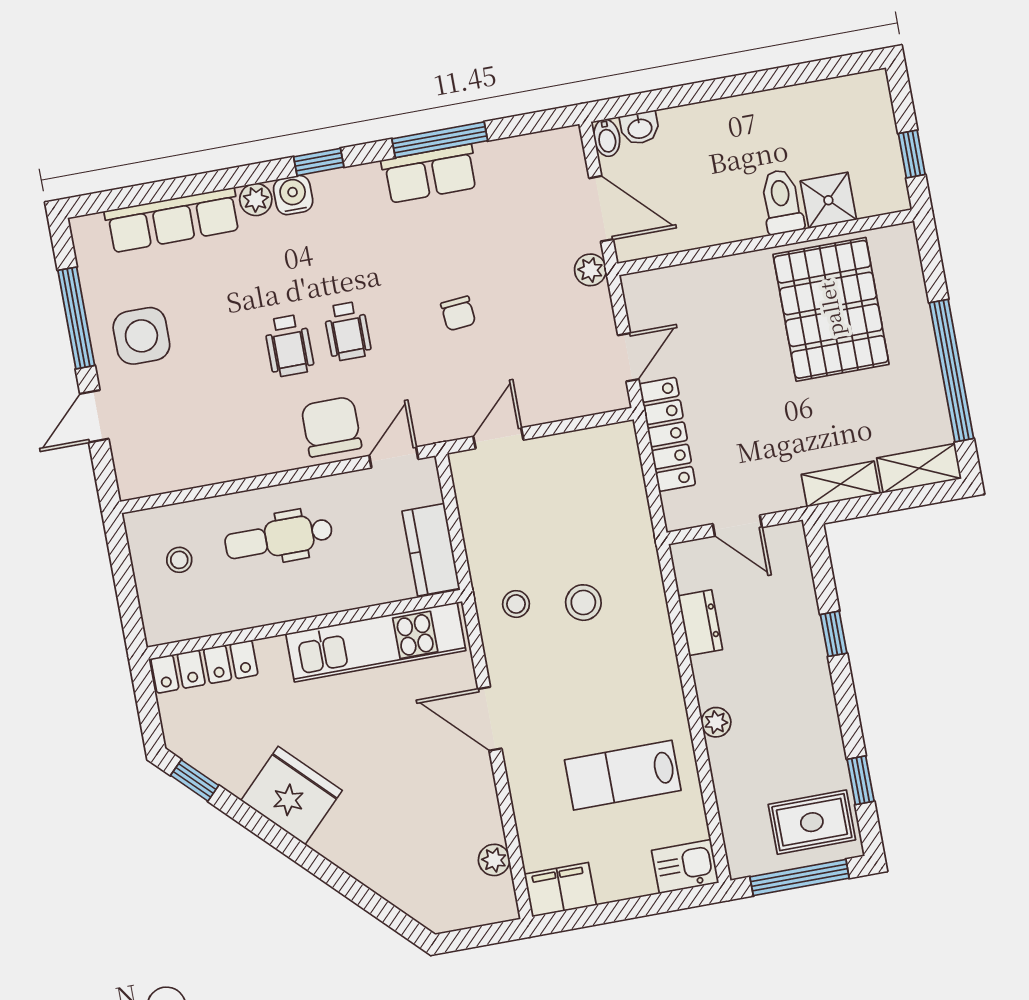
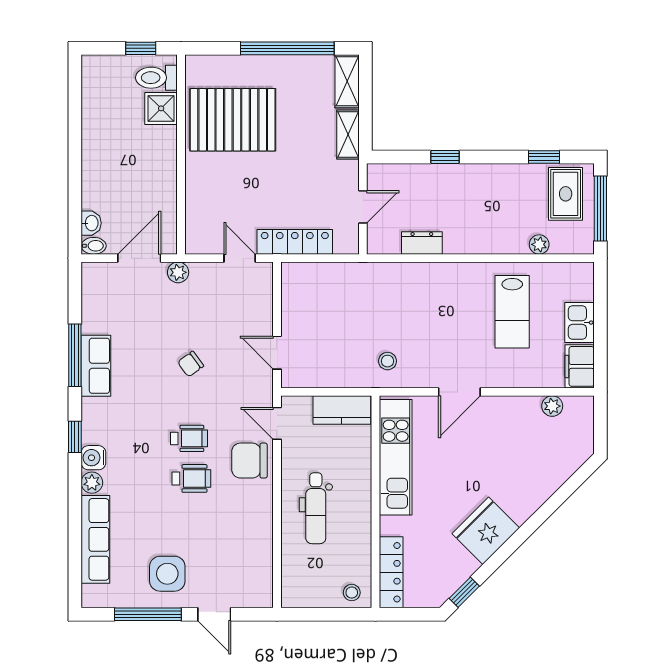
toilet: (782, 202) -> (156, 78), moved
chair: (458, 313) -> (191, 364), turned 149
stool: (179, 560) -> (352, 593), moved
stool: (583, 603) -> (395, 317), removed
plant: (716, 722) -> (539, 244), moved
kitchen sink: (685, 867) -> (579, 323), moved

